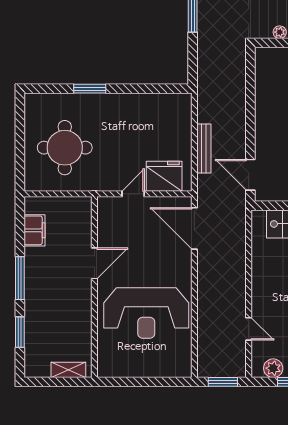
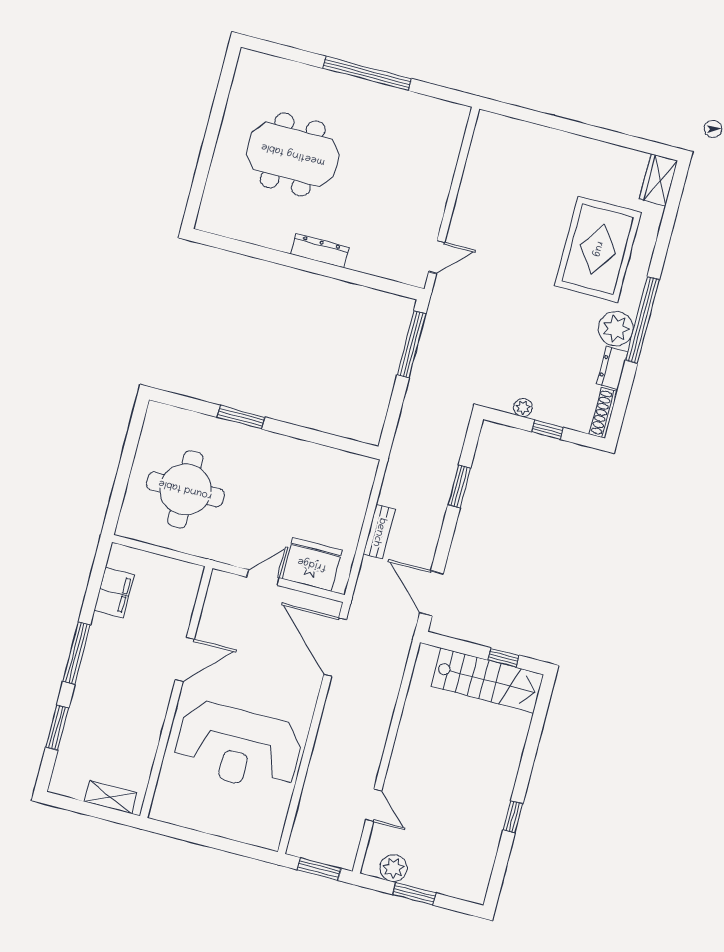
window: (250, 97) -> (459, 486), added
bench: (204, 149) -> (379, 532), width x0.73

